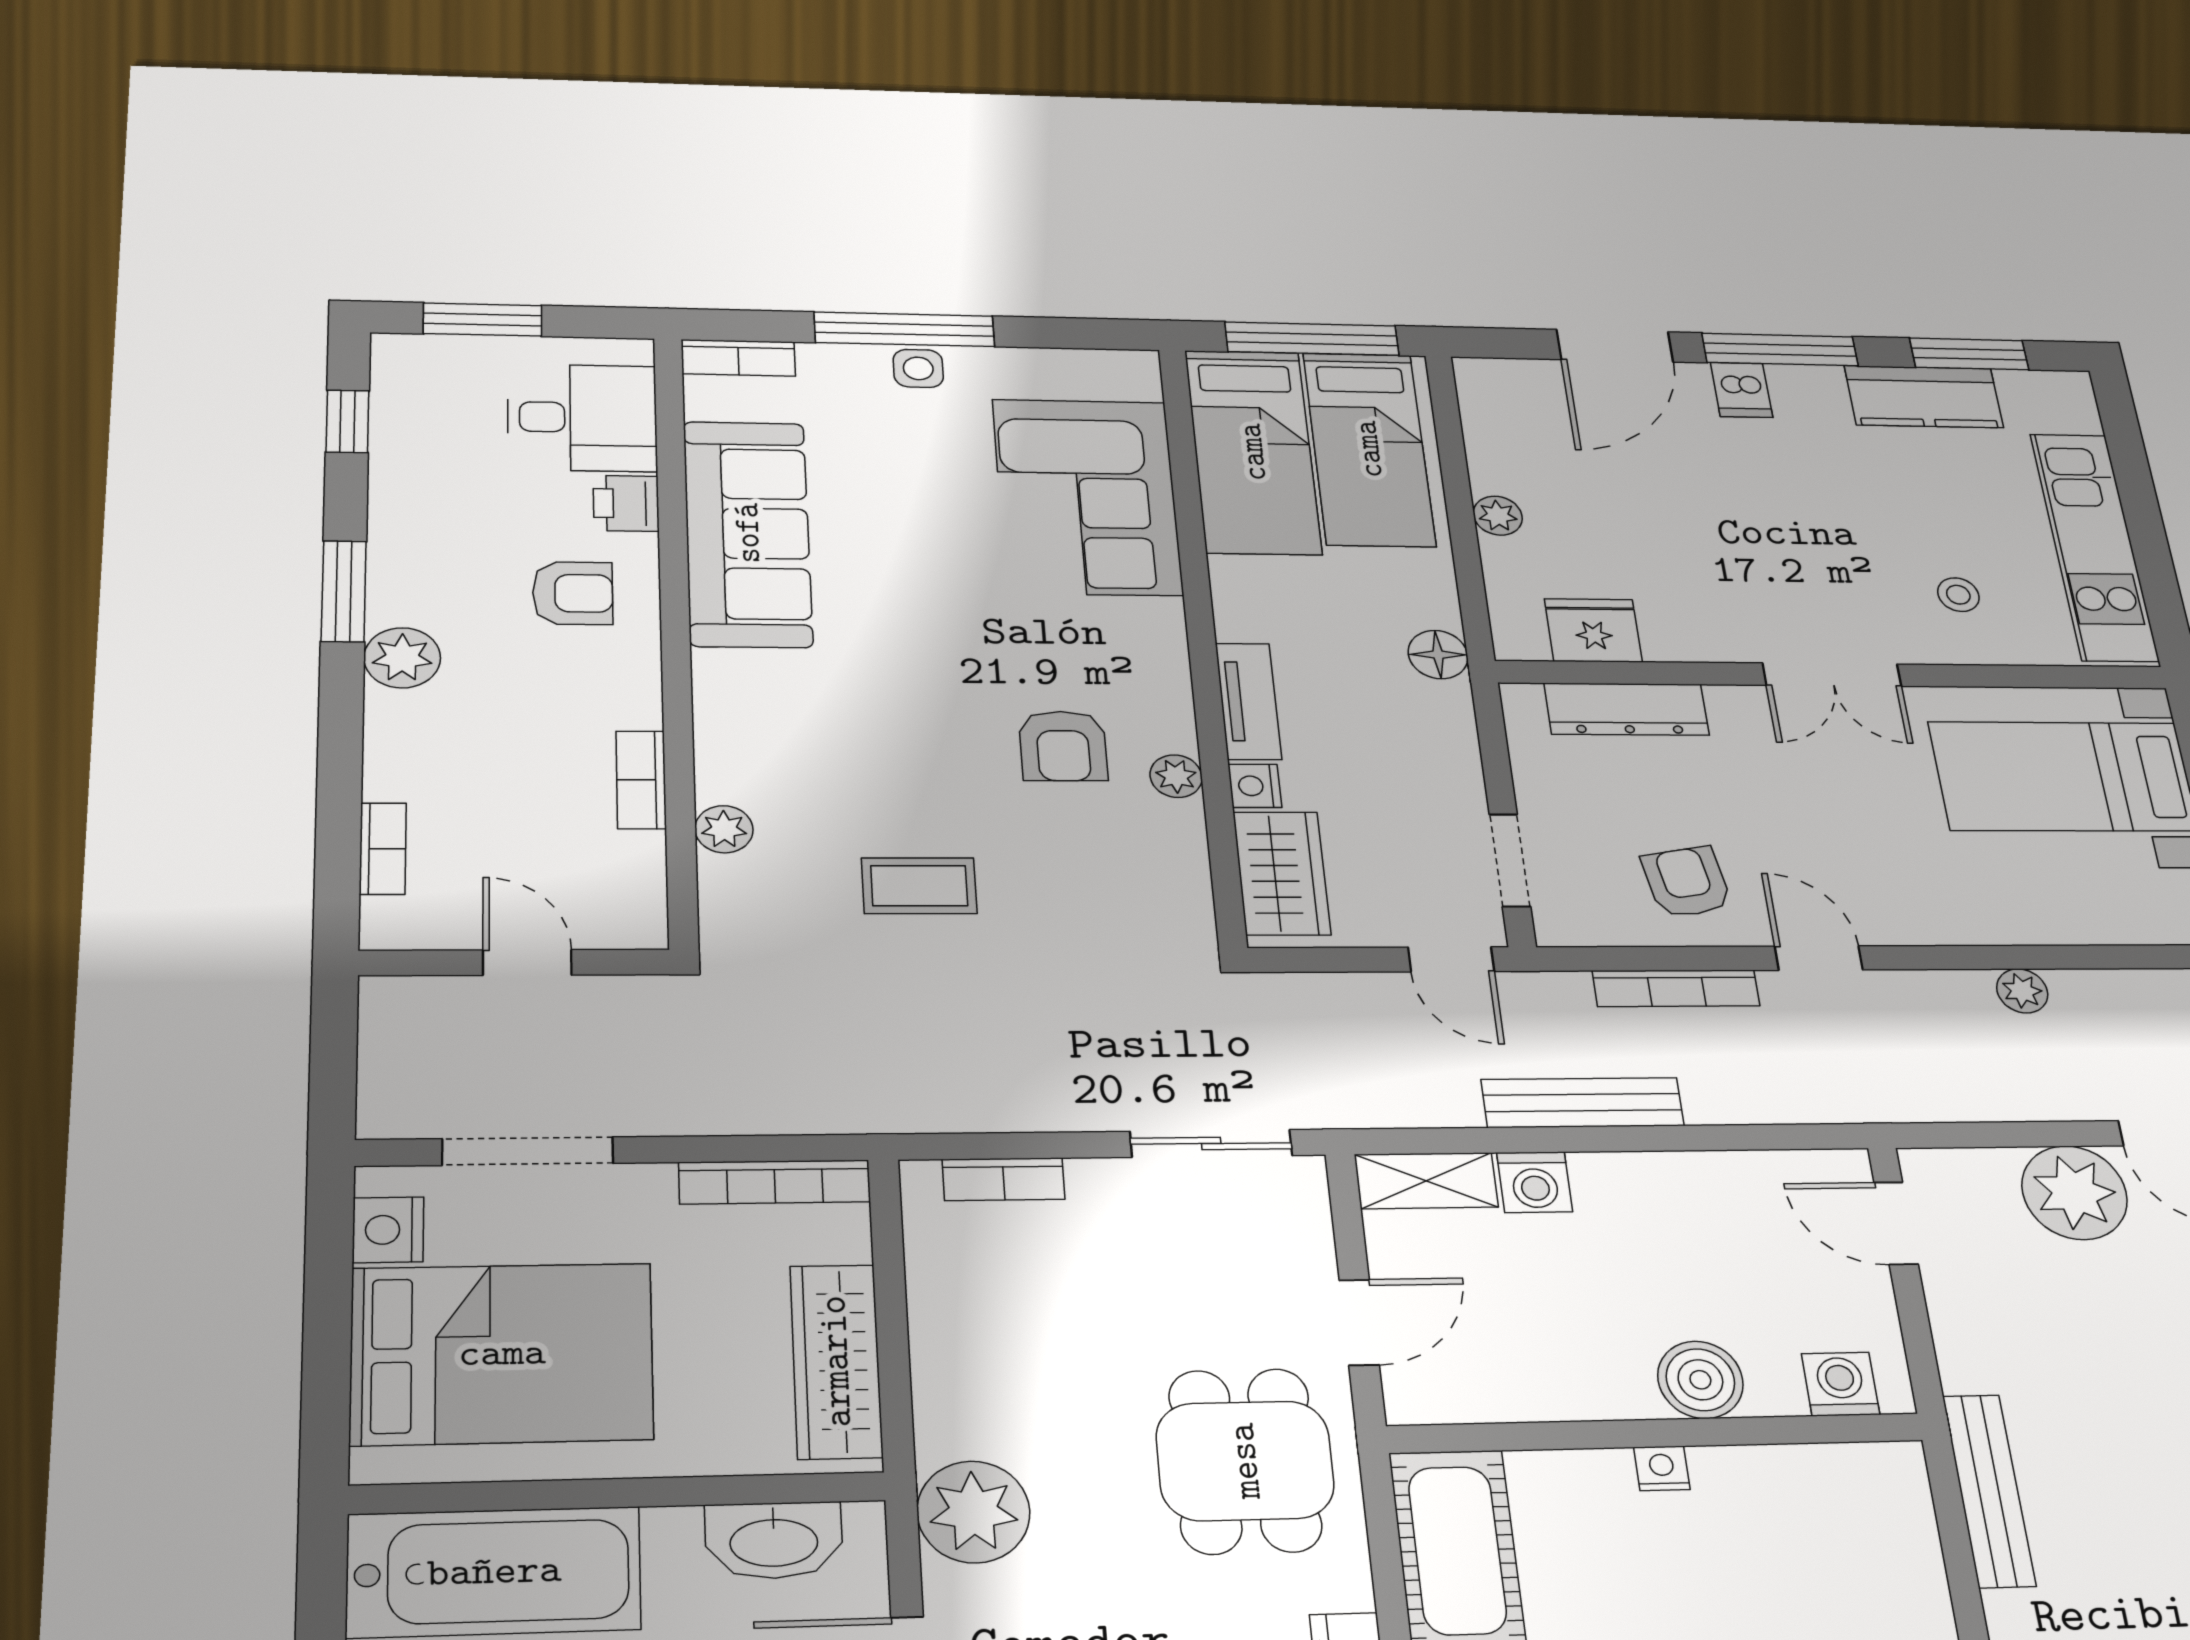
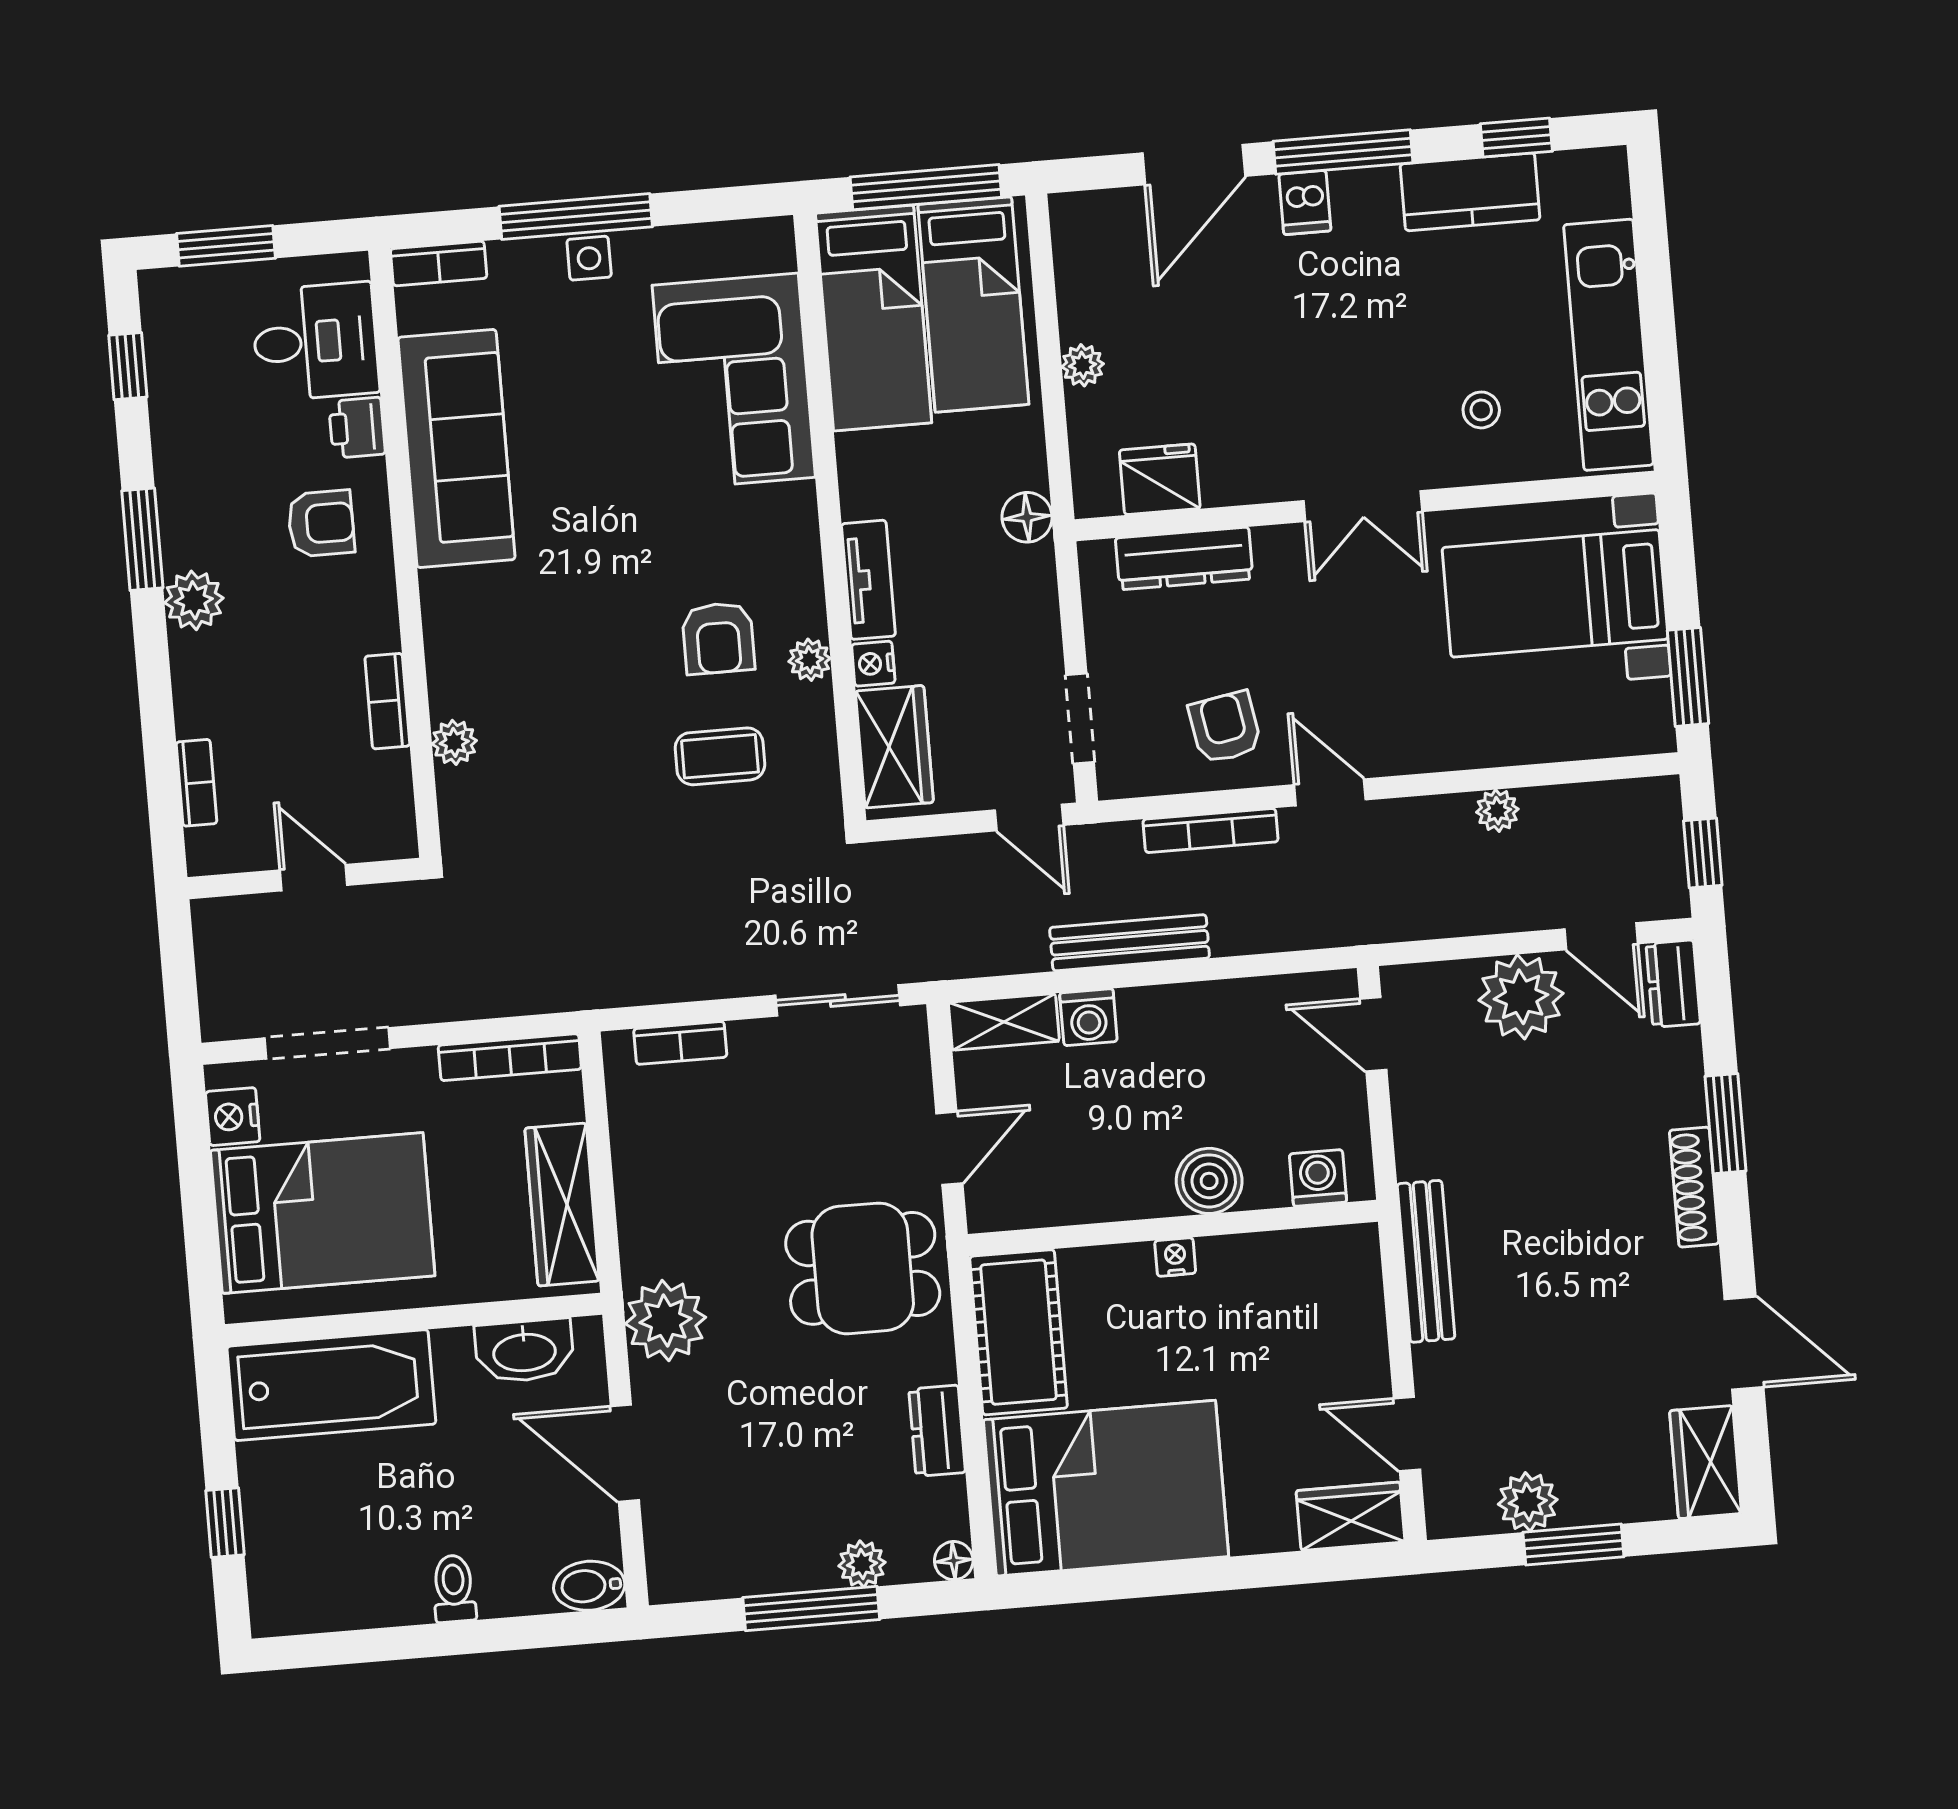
window: (1969, 354) -> (1516, 137), width x0.67
coffee table: (919, 886) -> (720, 756), moved
dining table: (1245, 1461) -> (863, 1268), turned 90

